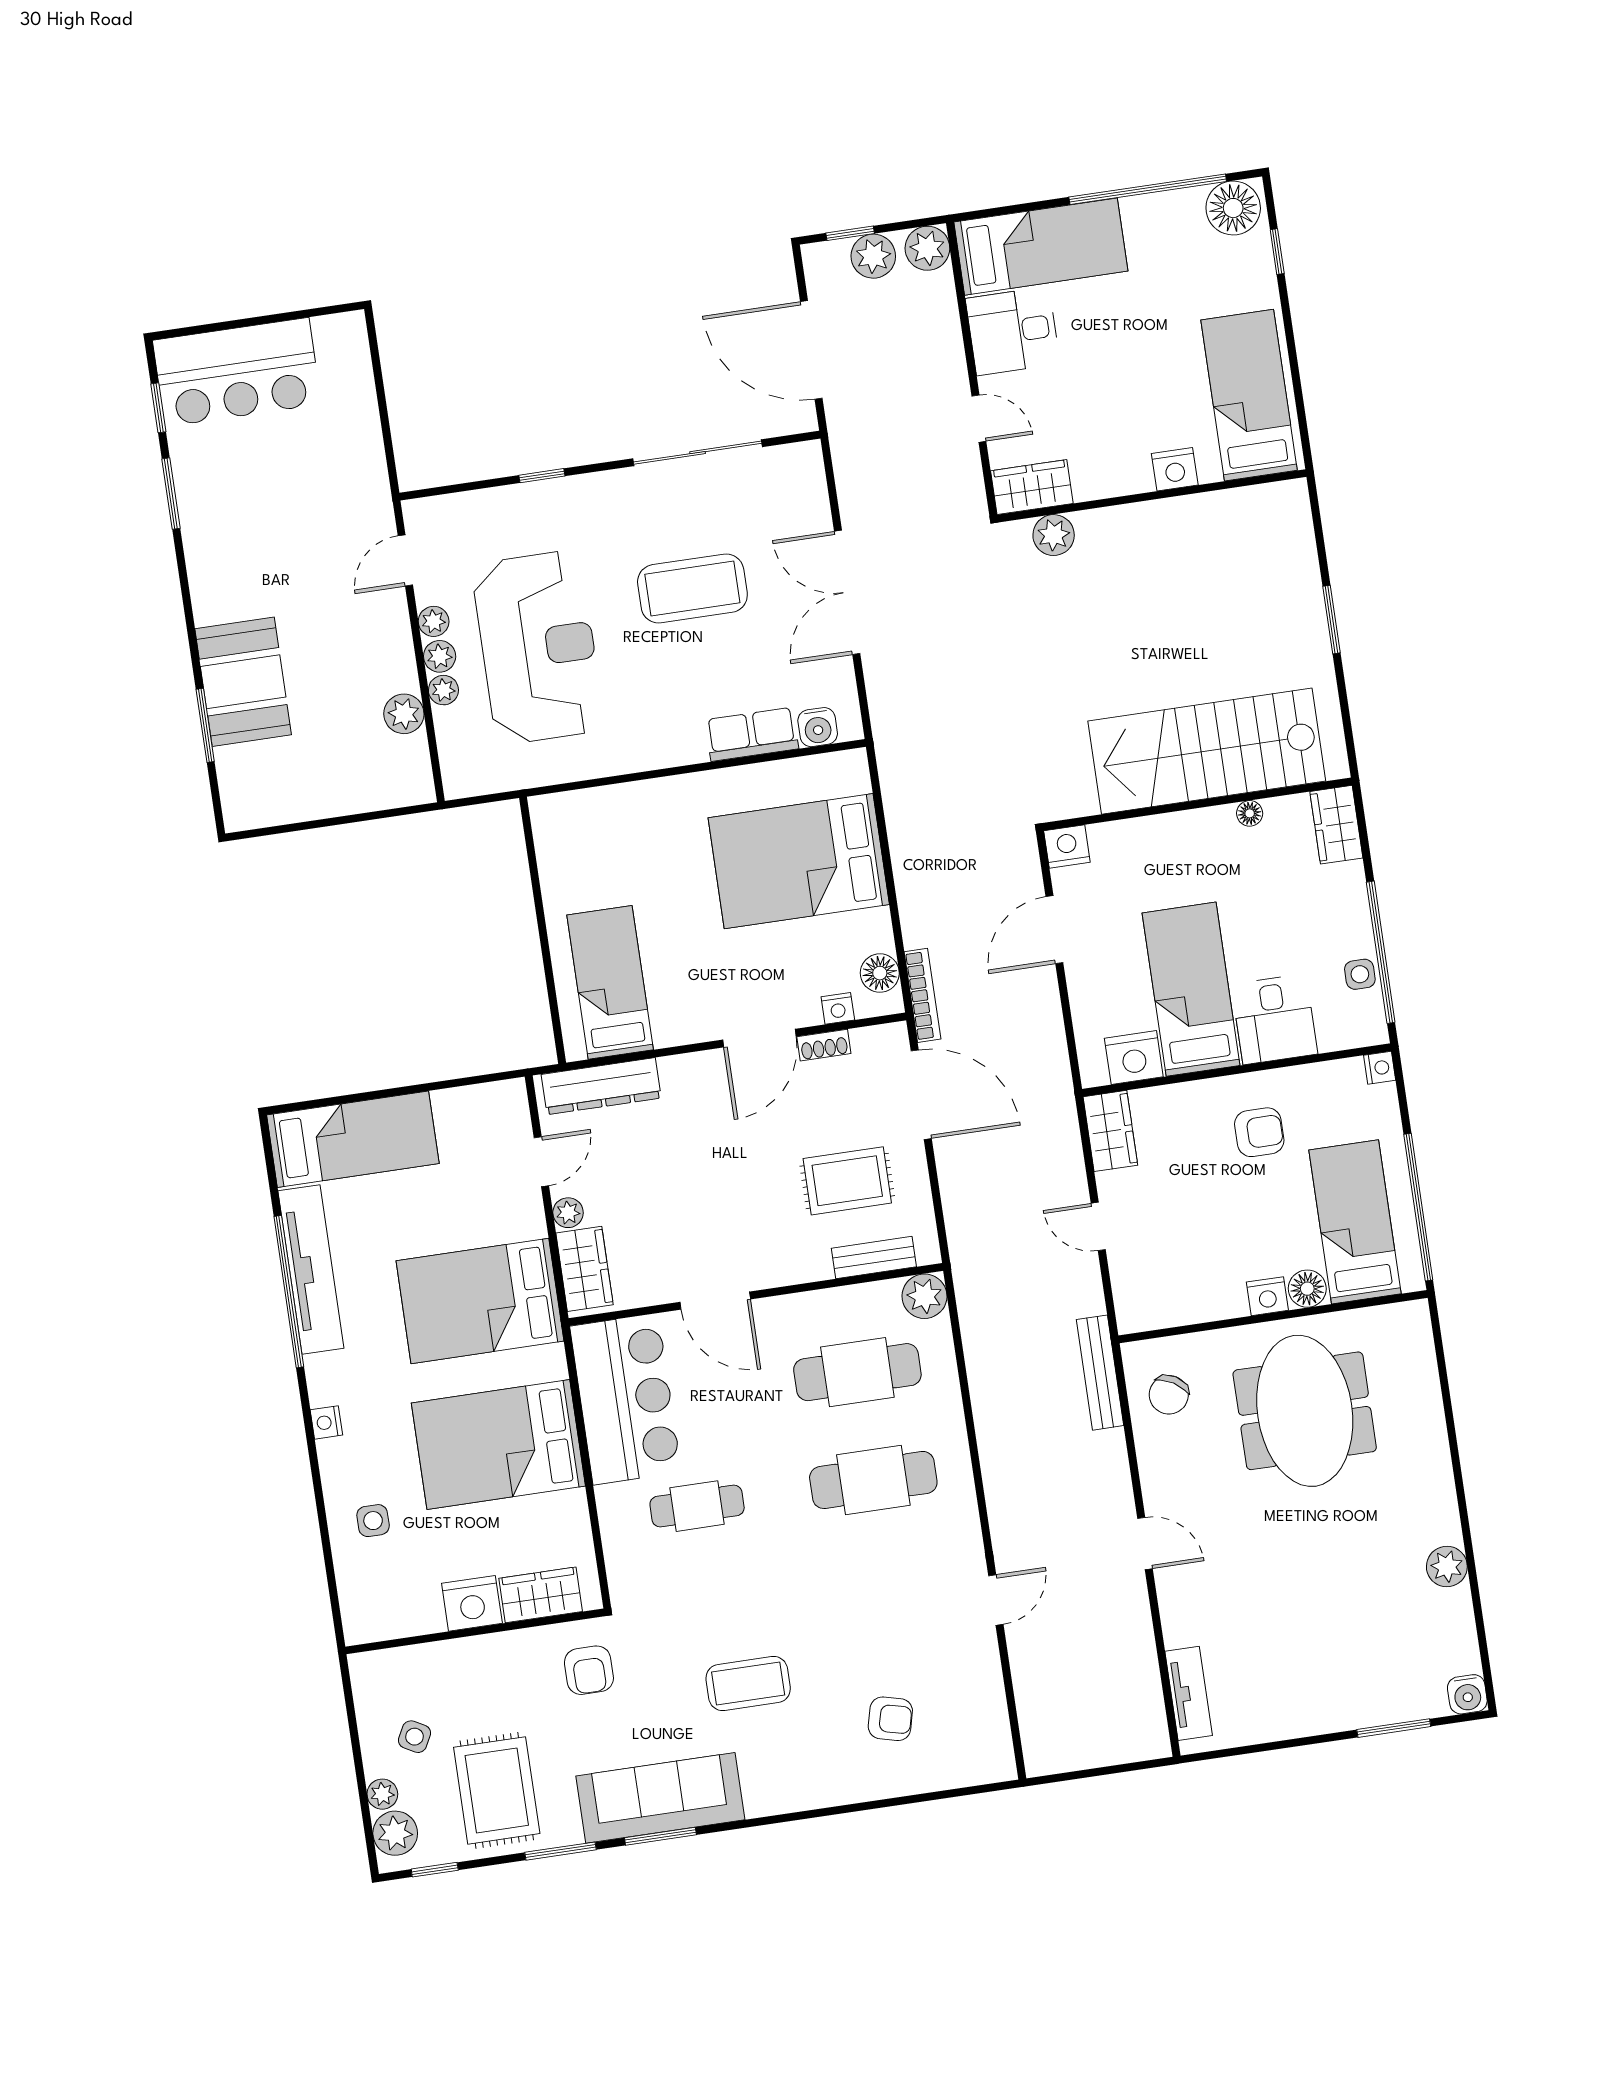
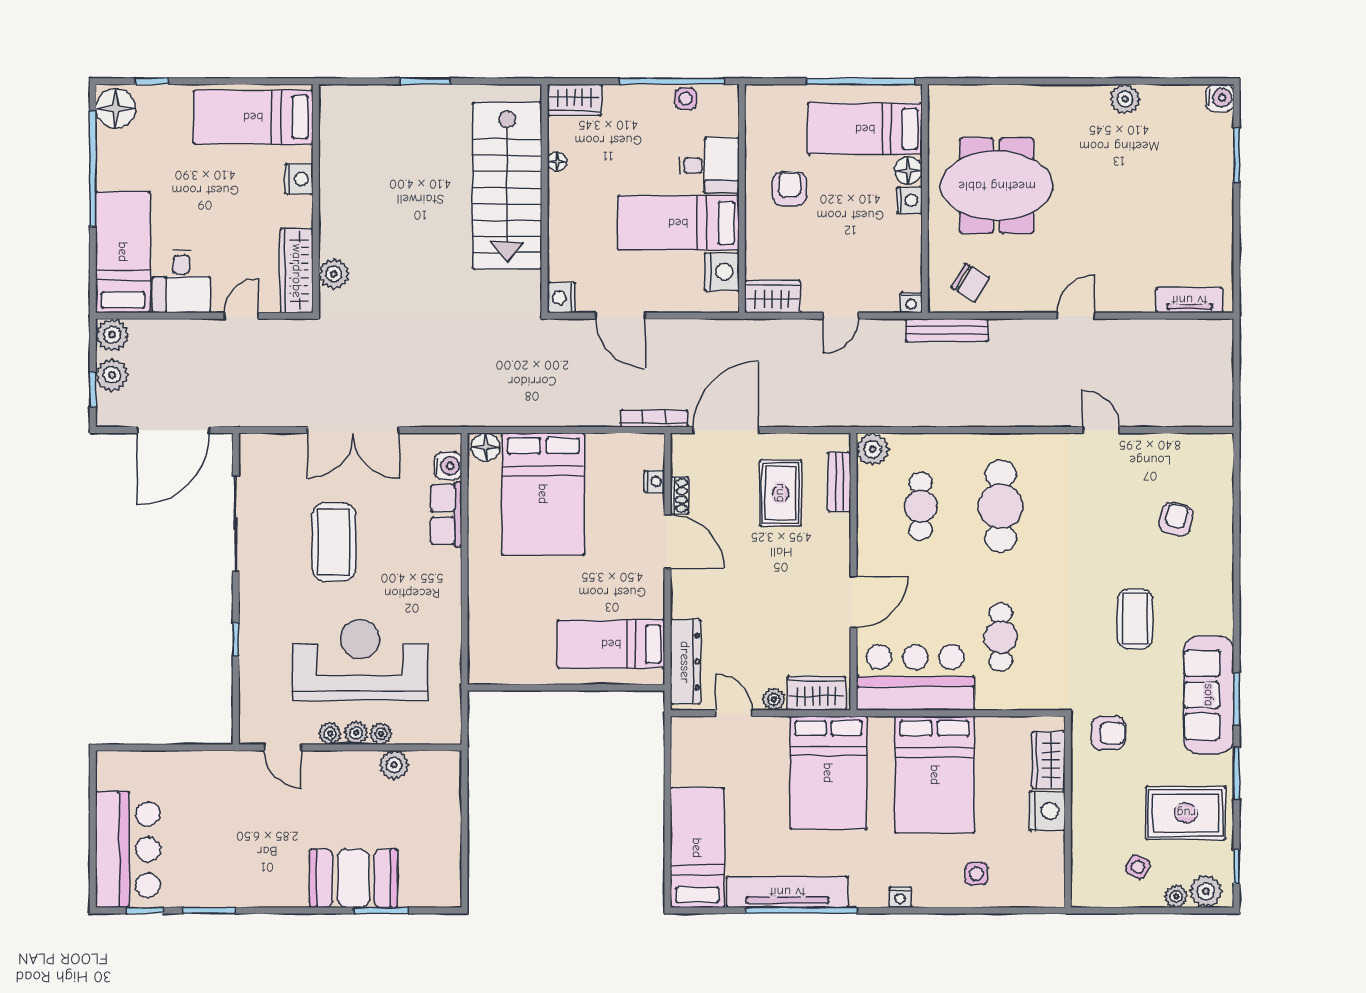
wardrobe: (1032, 487) -> (297, 271), width x1.50
floor lamp: (880, 973) -> (485, 447), moved
nightstand: (1380, 1068) -> (911, 303), moved, turned 180
cafe table: (857, 1372) -> (921, 506), width x0.73, depth x0.74

